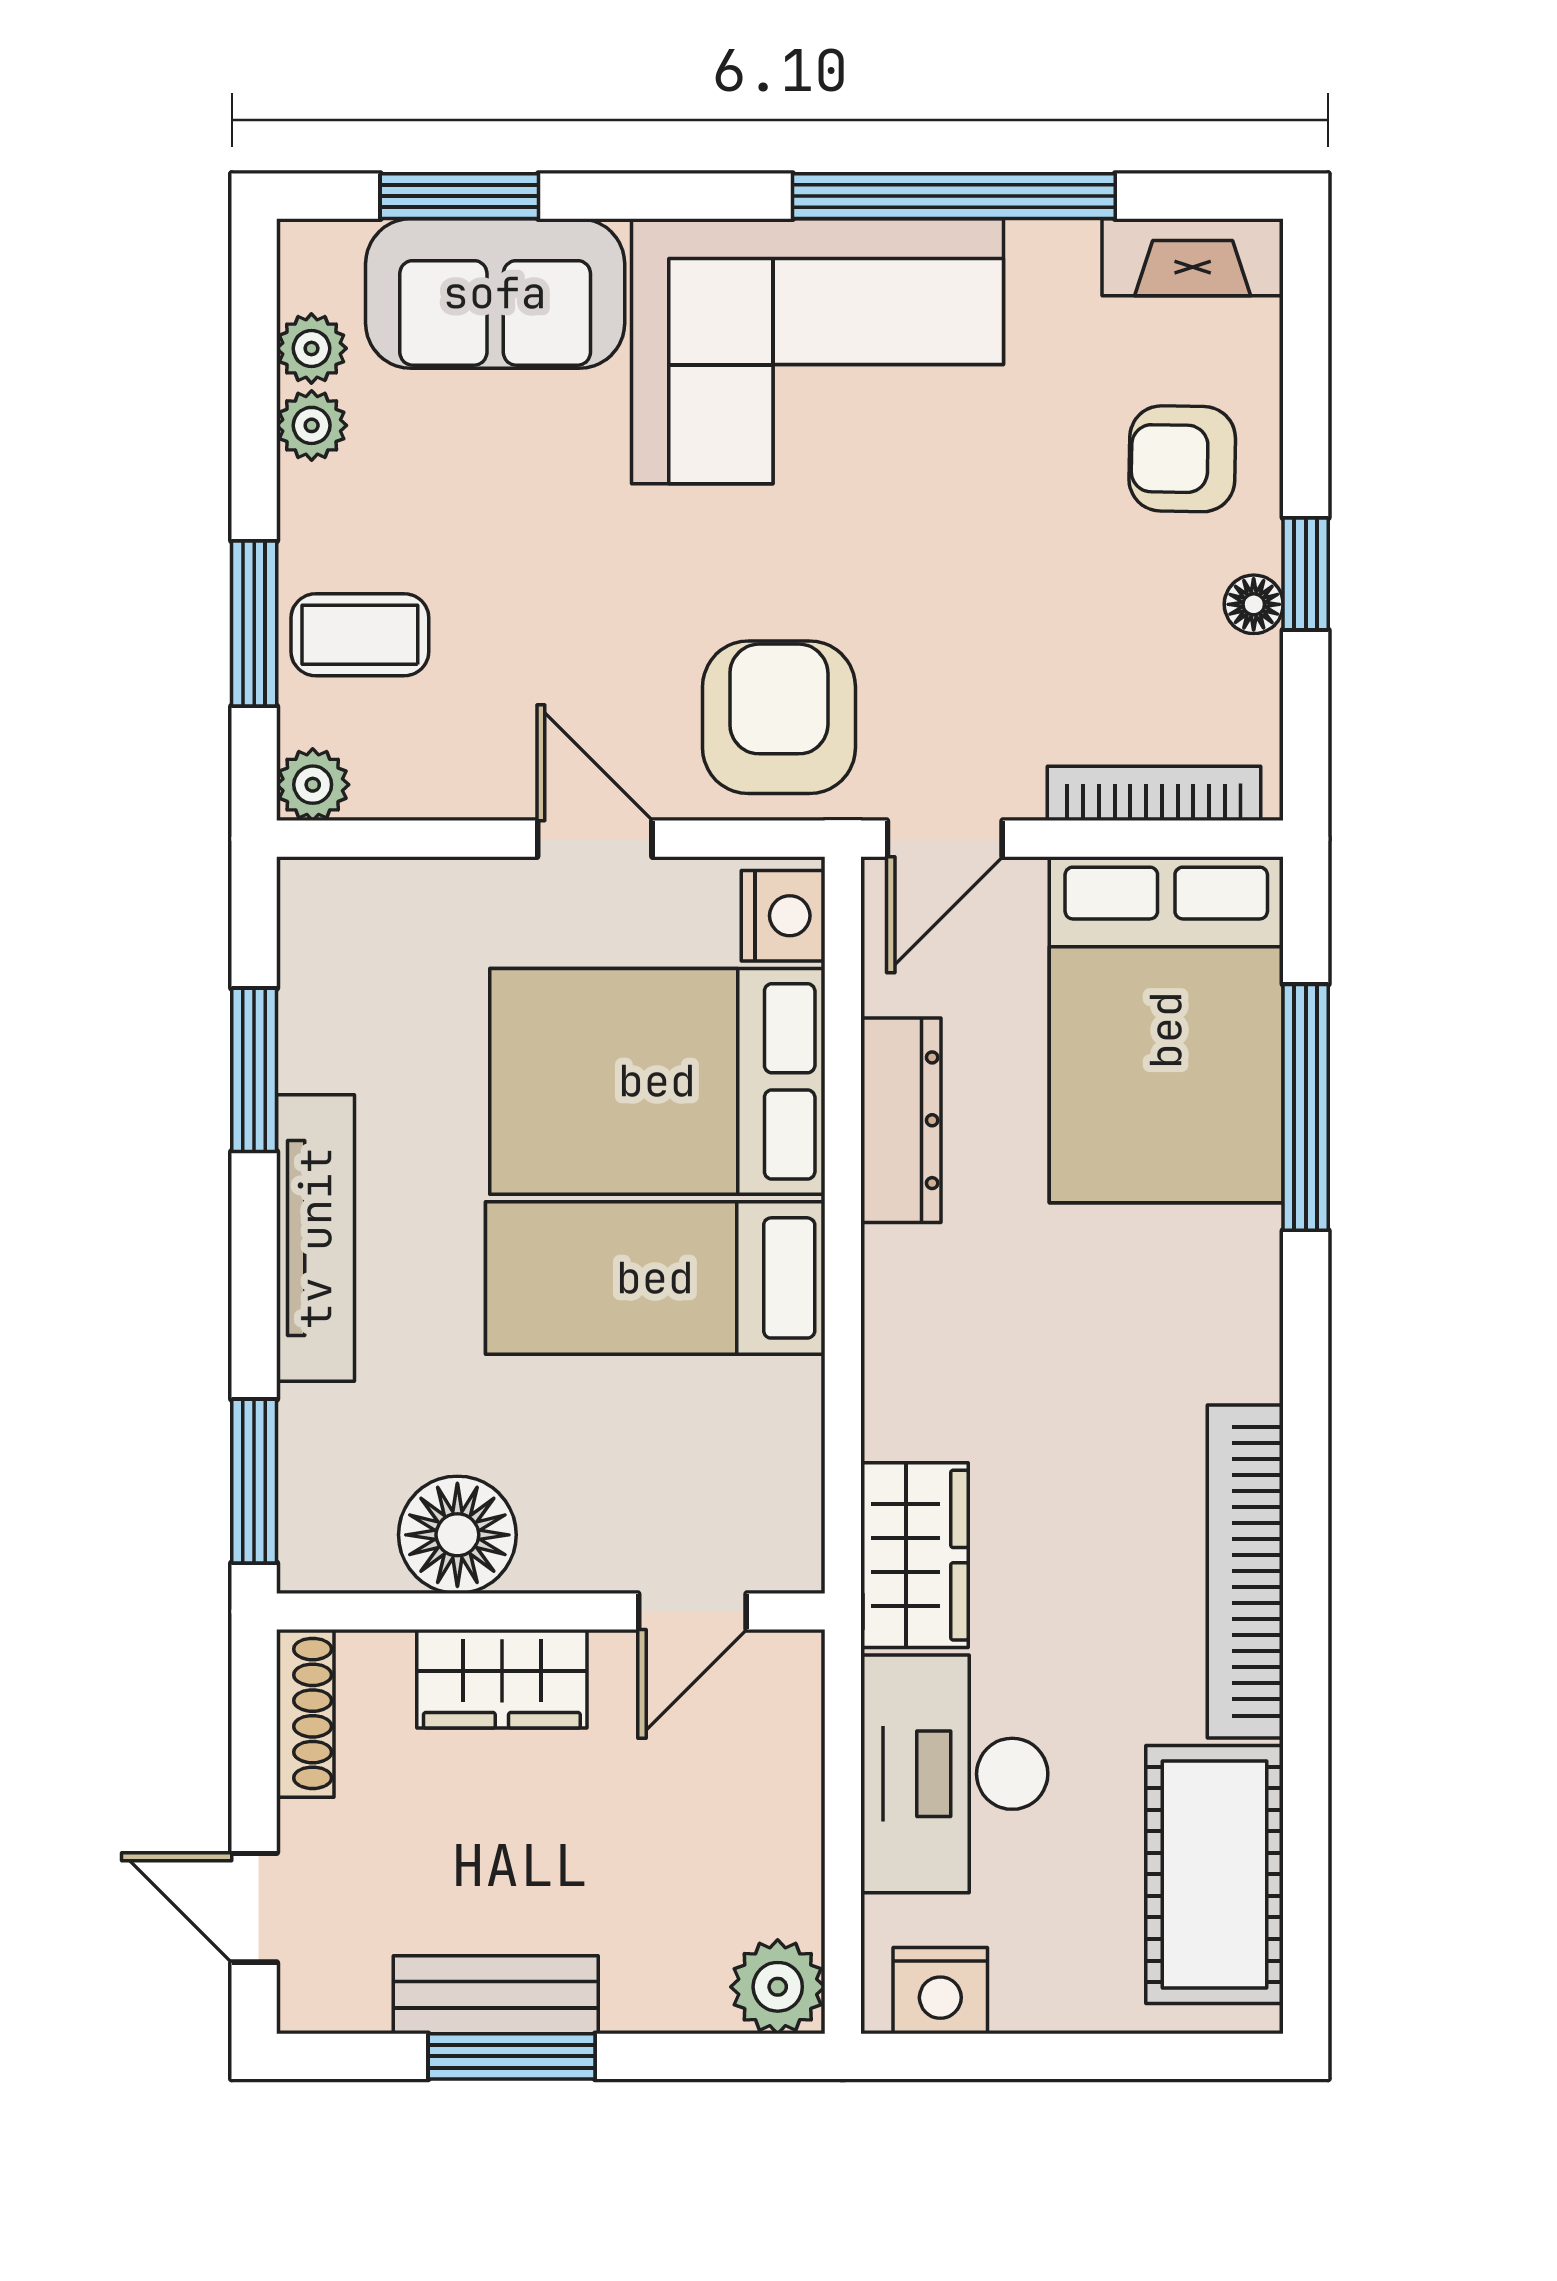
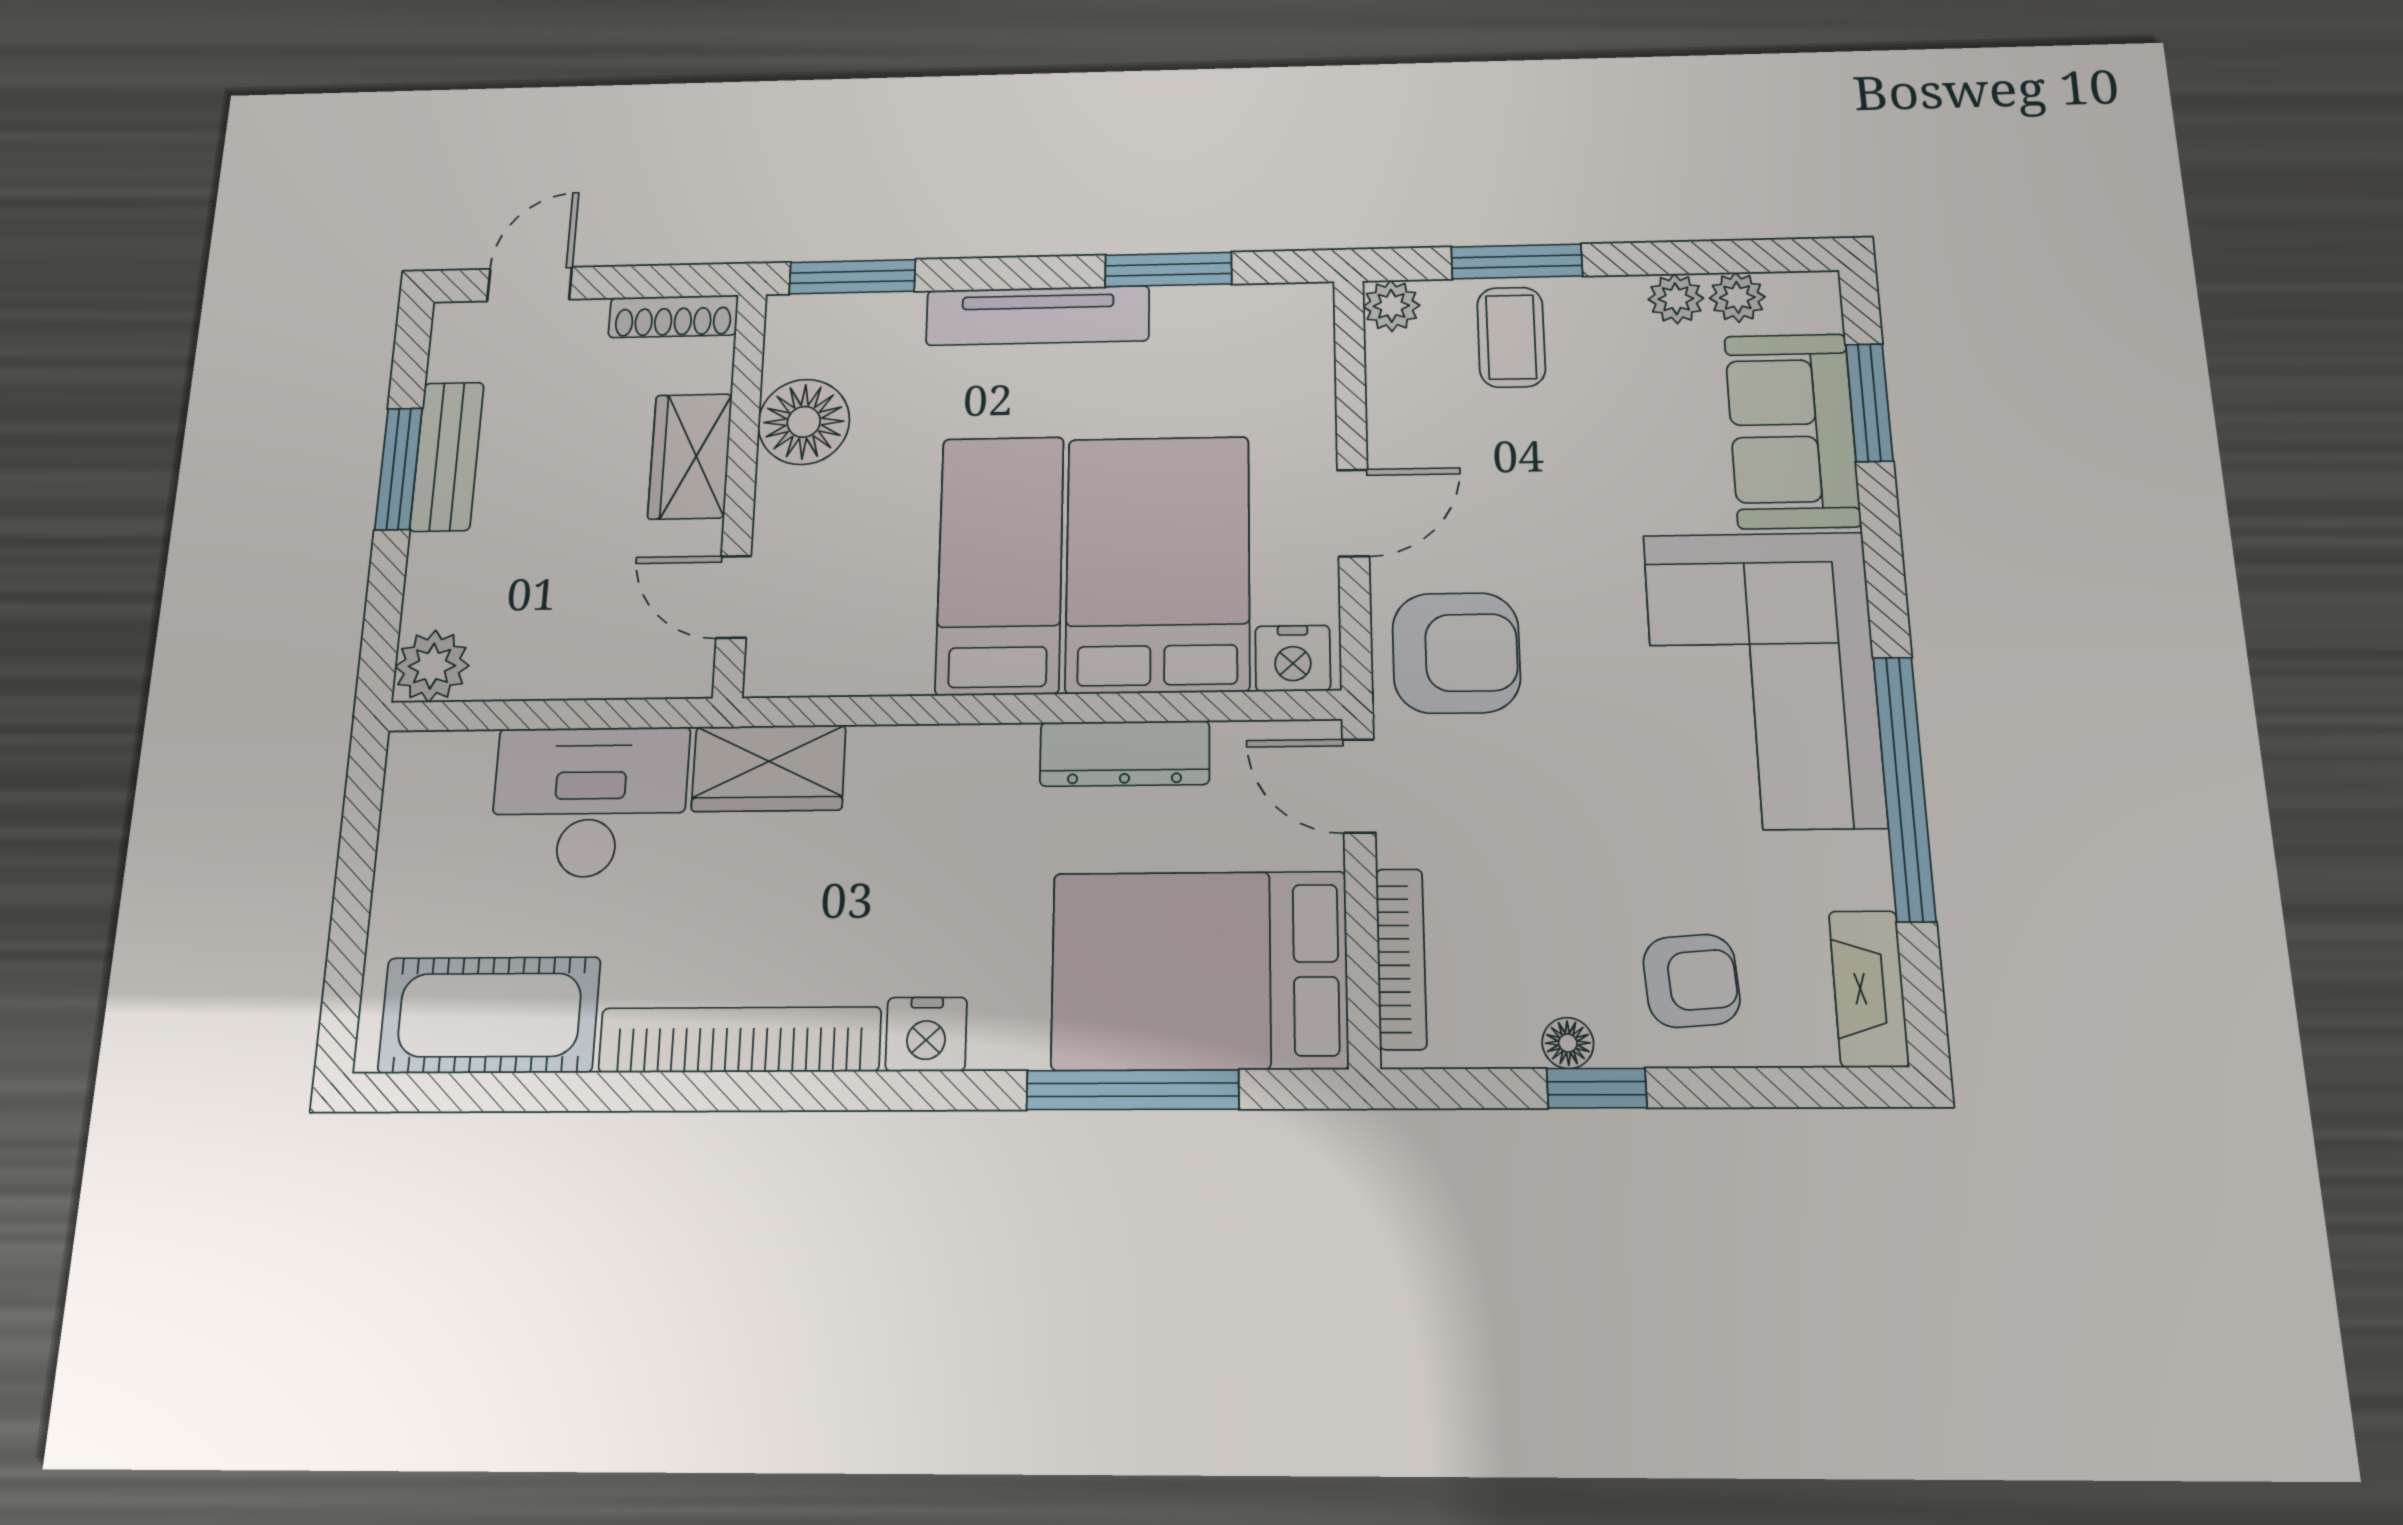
armchair: (1182, 459) -> (1692, 981), turned 85
nightstand: (940, 1991) -> (926, 1034), moved, turned -90

